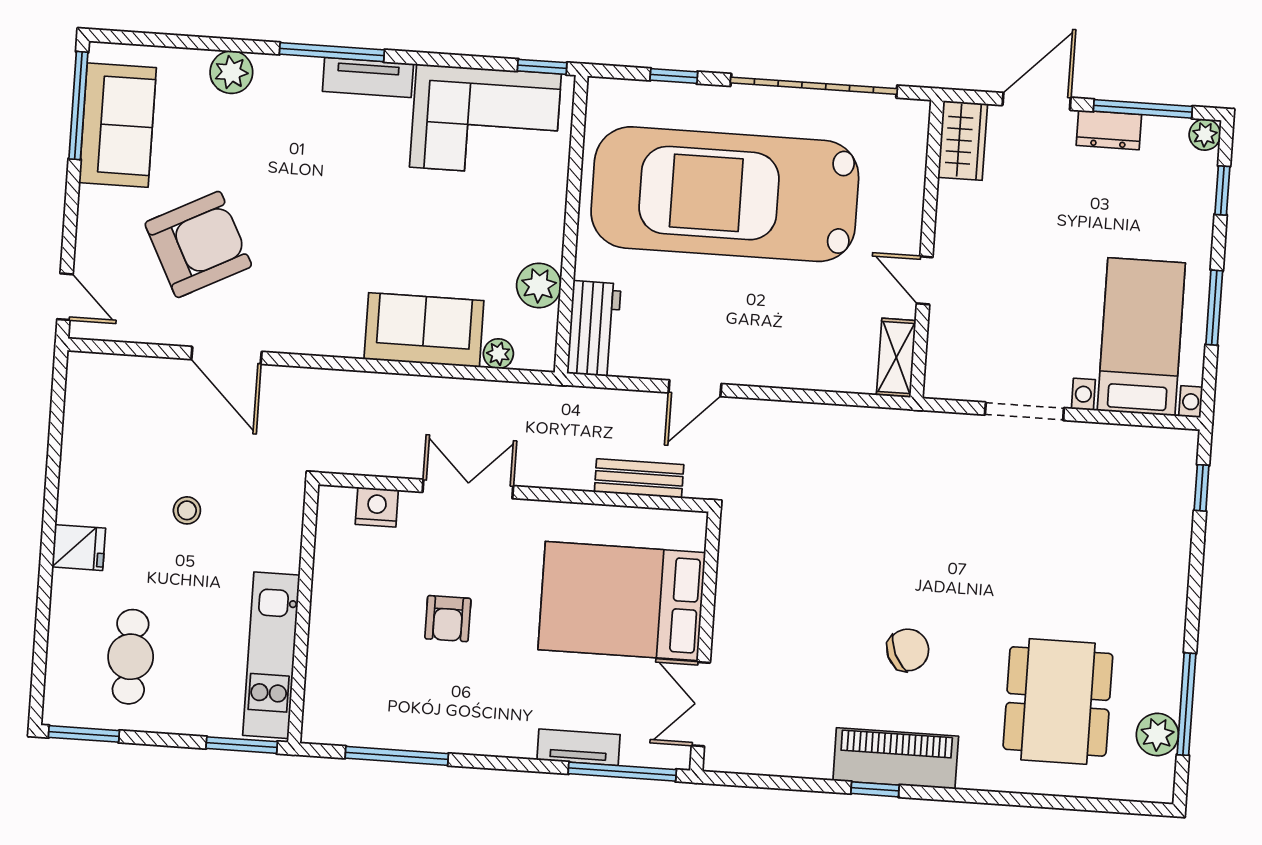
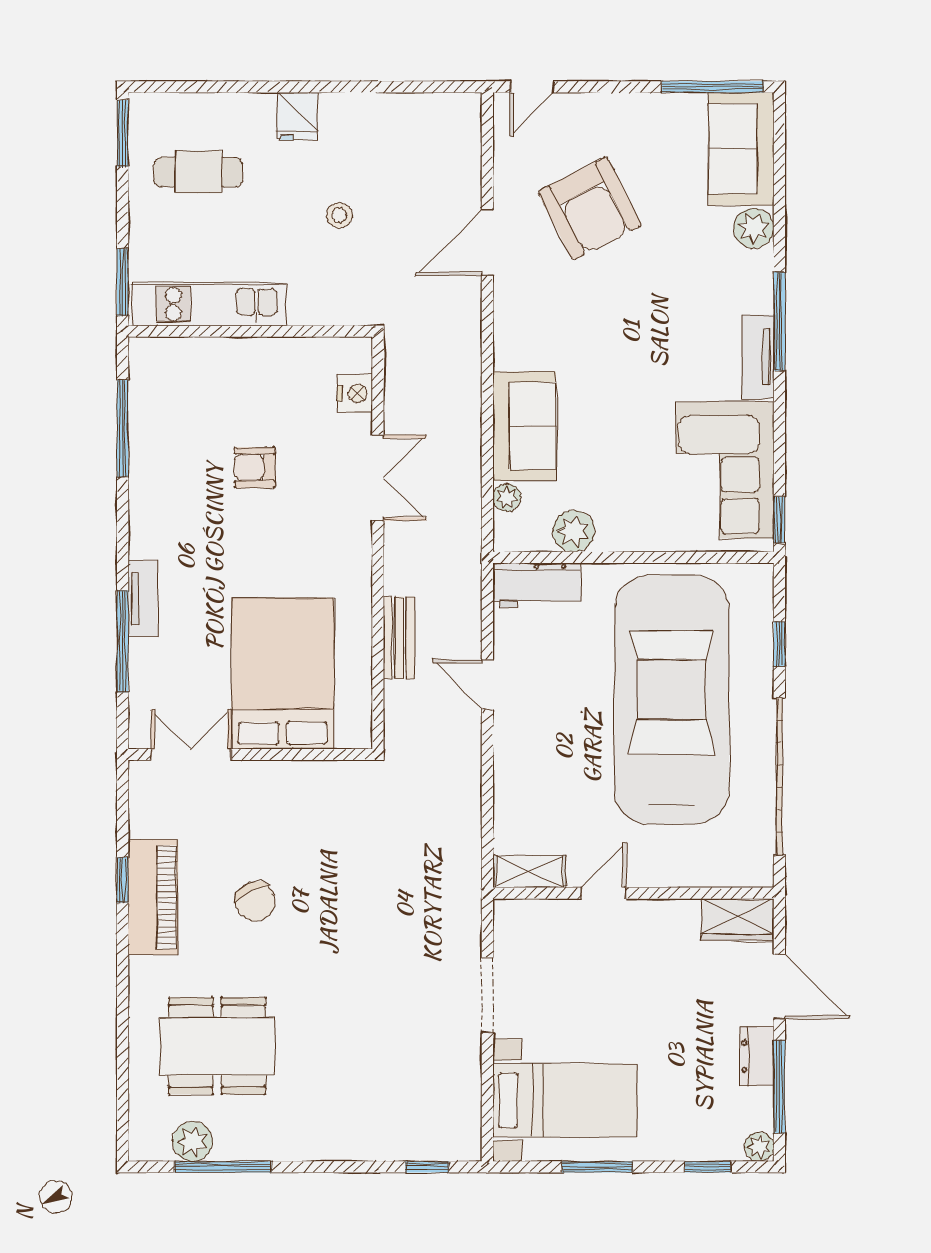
sofa: (118, 125) -> (741, 149), moved, turned 90
bed: (622, 601) -> (283, 673), moved
wall: (705, 641) -> (250, 755), moved
double door: (701, 704) -> (191, 755), moved

